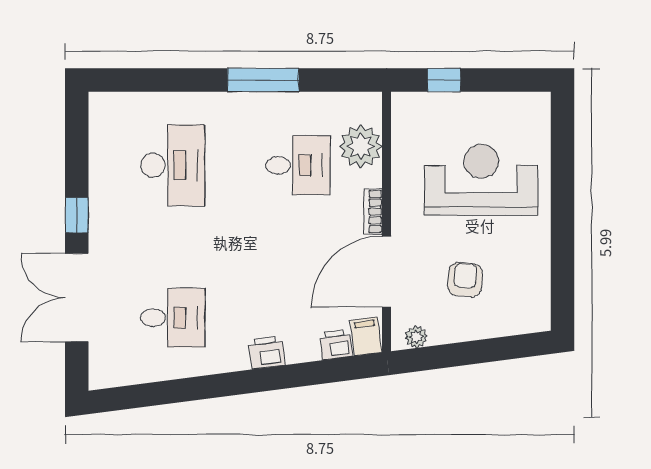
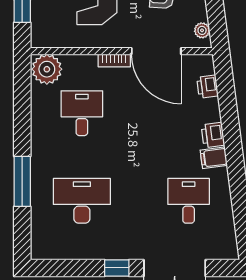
window: (263, 80) -> (22, 181), moved
plant: (361, 146) -> (47, 69), moved
filing cabinet: (366, 337) -> (214, 158), moved

